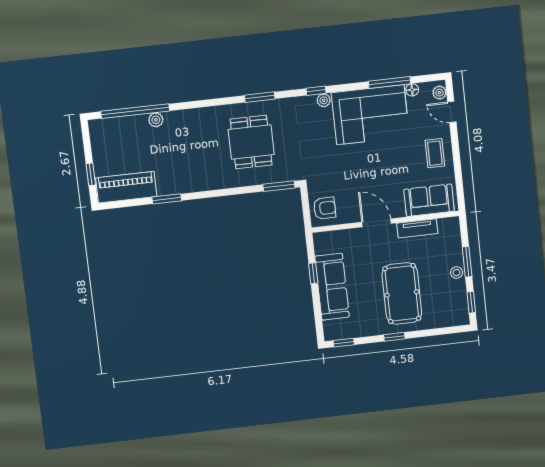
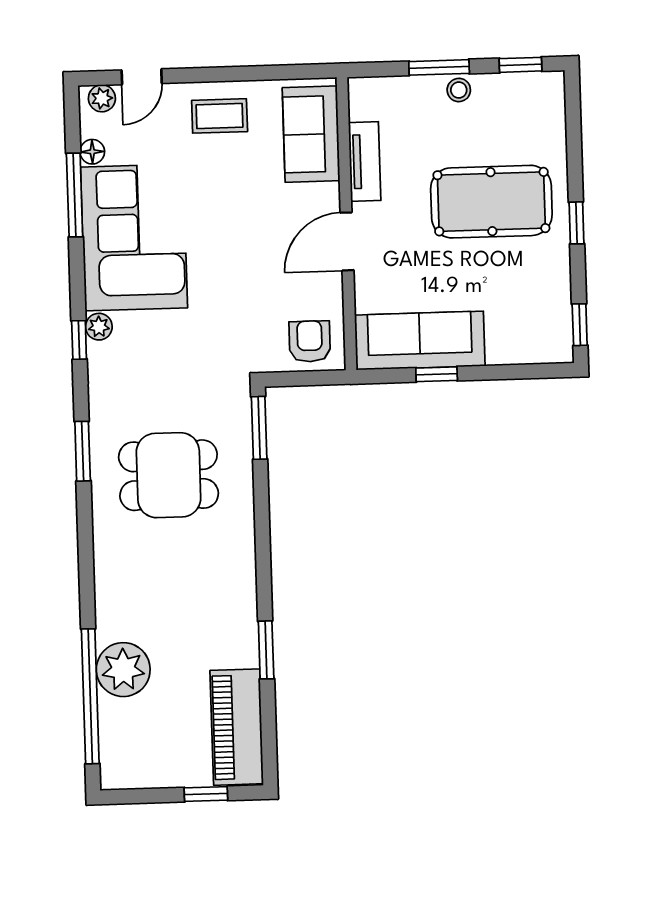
plant: (156, 120) -> (123, 670), width x1.87, depth x1.87
sofa: (332, 287) -> (420, 341), moved

